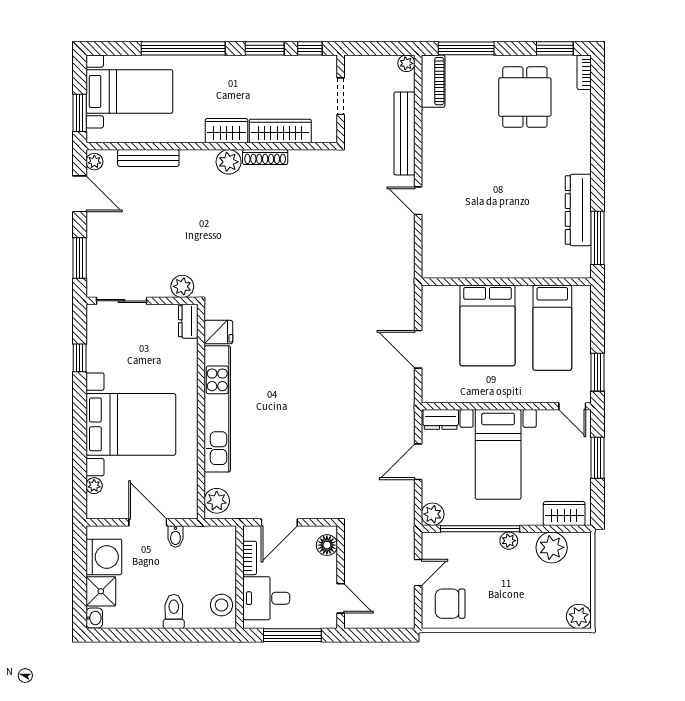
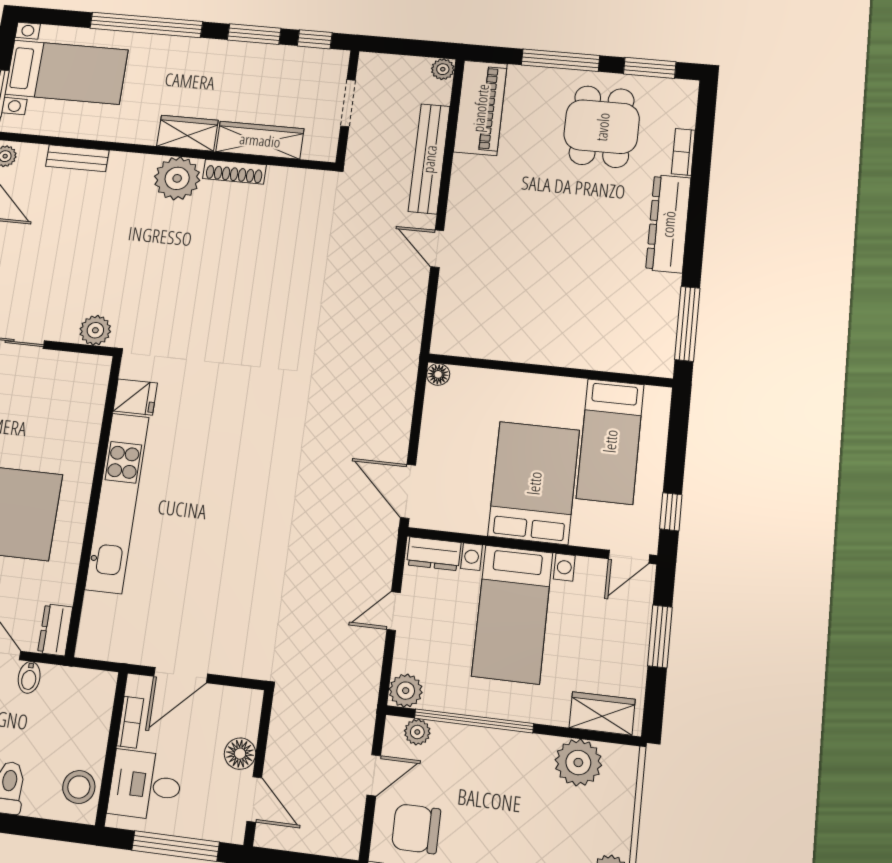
window: (466, 48) -> (560, 60), moved
bookcase: (584, 72) -> (683, 152), moved
piano: (433, 81) -> (480, 108), width x1.37, depth x1.33
bench: (148, 158) -> (77, 158), width x0.73
plant: (229, 162) -> (177, 178), width x1.36, depth x1.36
dresser: (578, 210) -> (668, 224), moved
floor lamp: (429, 293) -> (438, 374), added
dresser: (188, 321) -> (55, 630), moved
bed: (487, 325) -> (534, 483), moved, turned 180
door: (418, 349) -> (408, 491), moved
window: (597, 372) -> (671, 512), width x0.67
door: (572, 406) -> (629, 557), hinge flipped
door: (418, 462) -> (394, 611), width x0.73
plant: (217, 501) -> (96, 633), removed
plant: (509, 541) -> (417, 732), moved
floor lamp: (327, 545) -> (240, 754), moved

